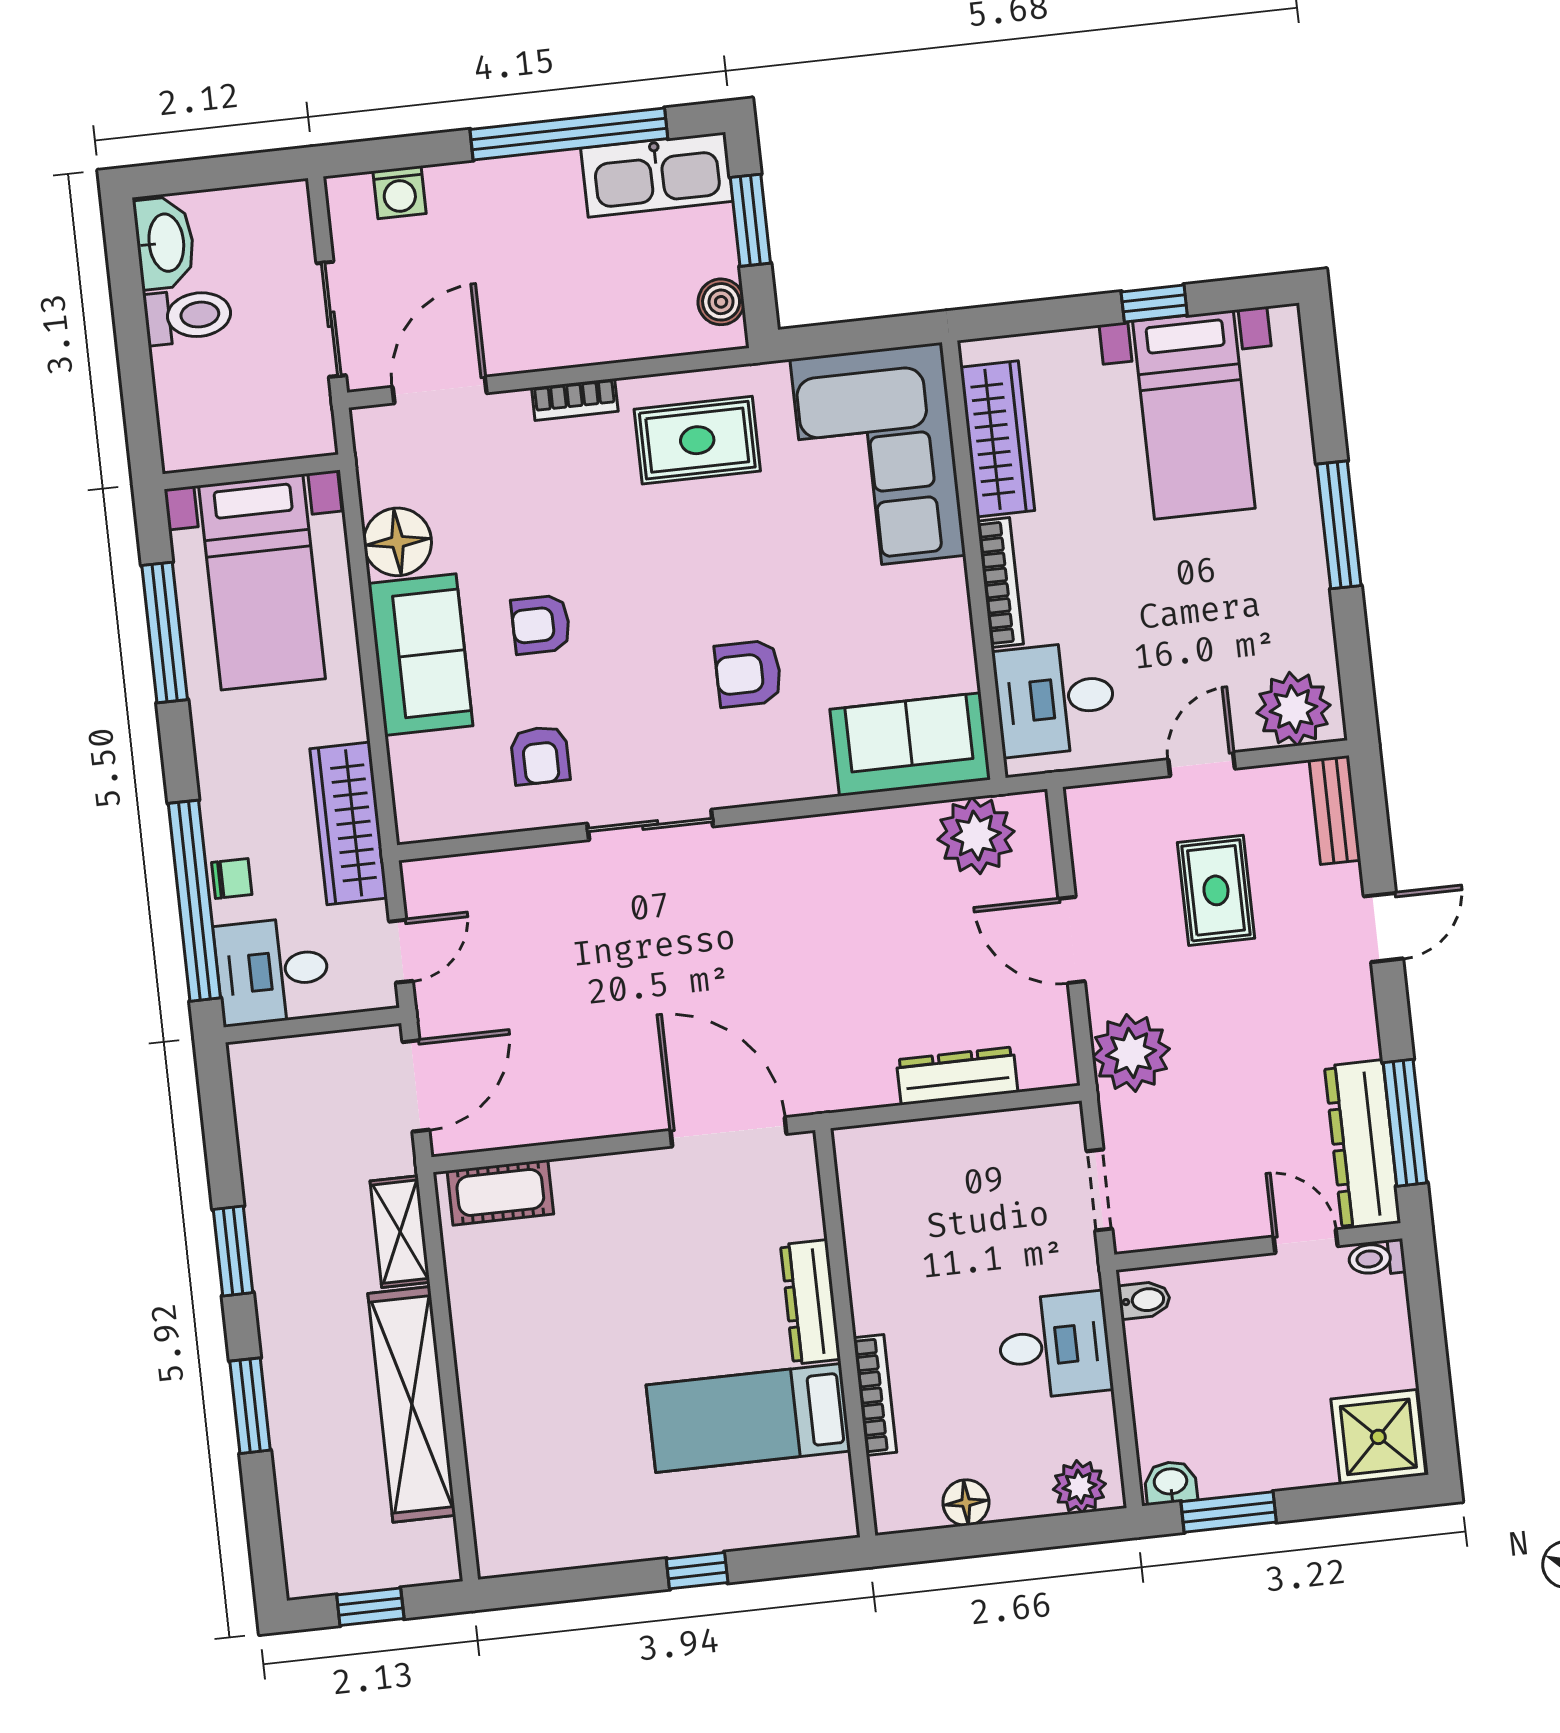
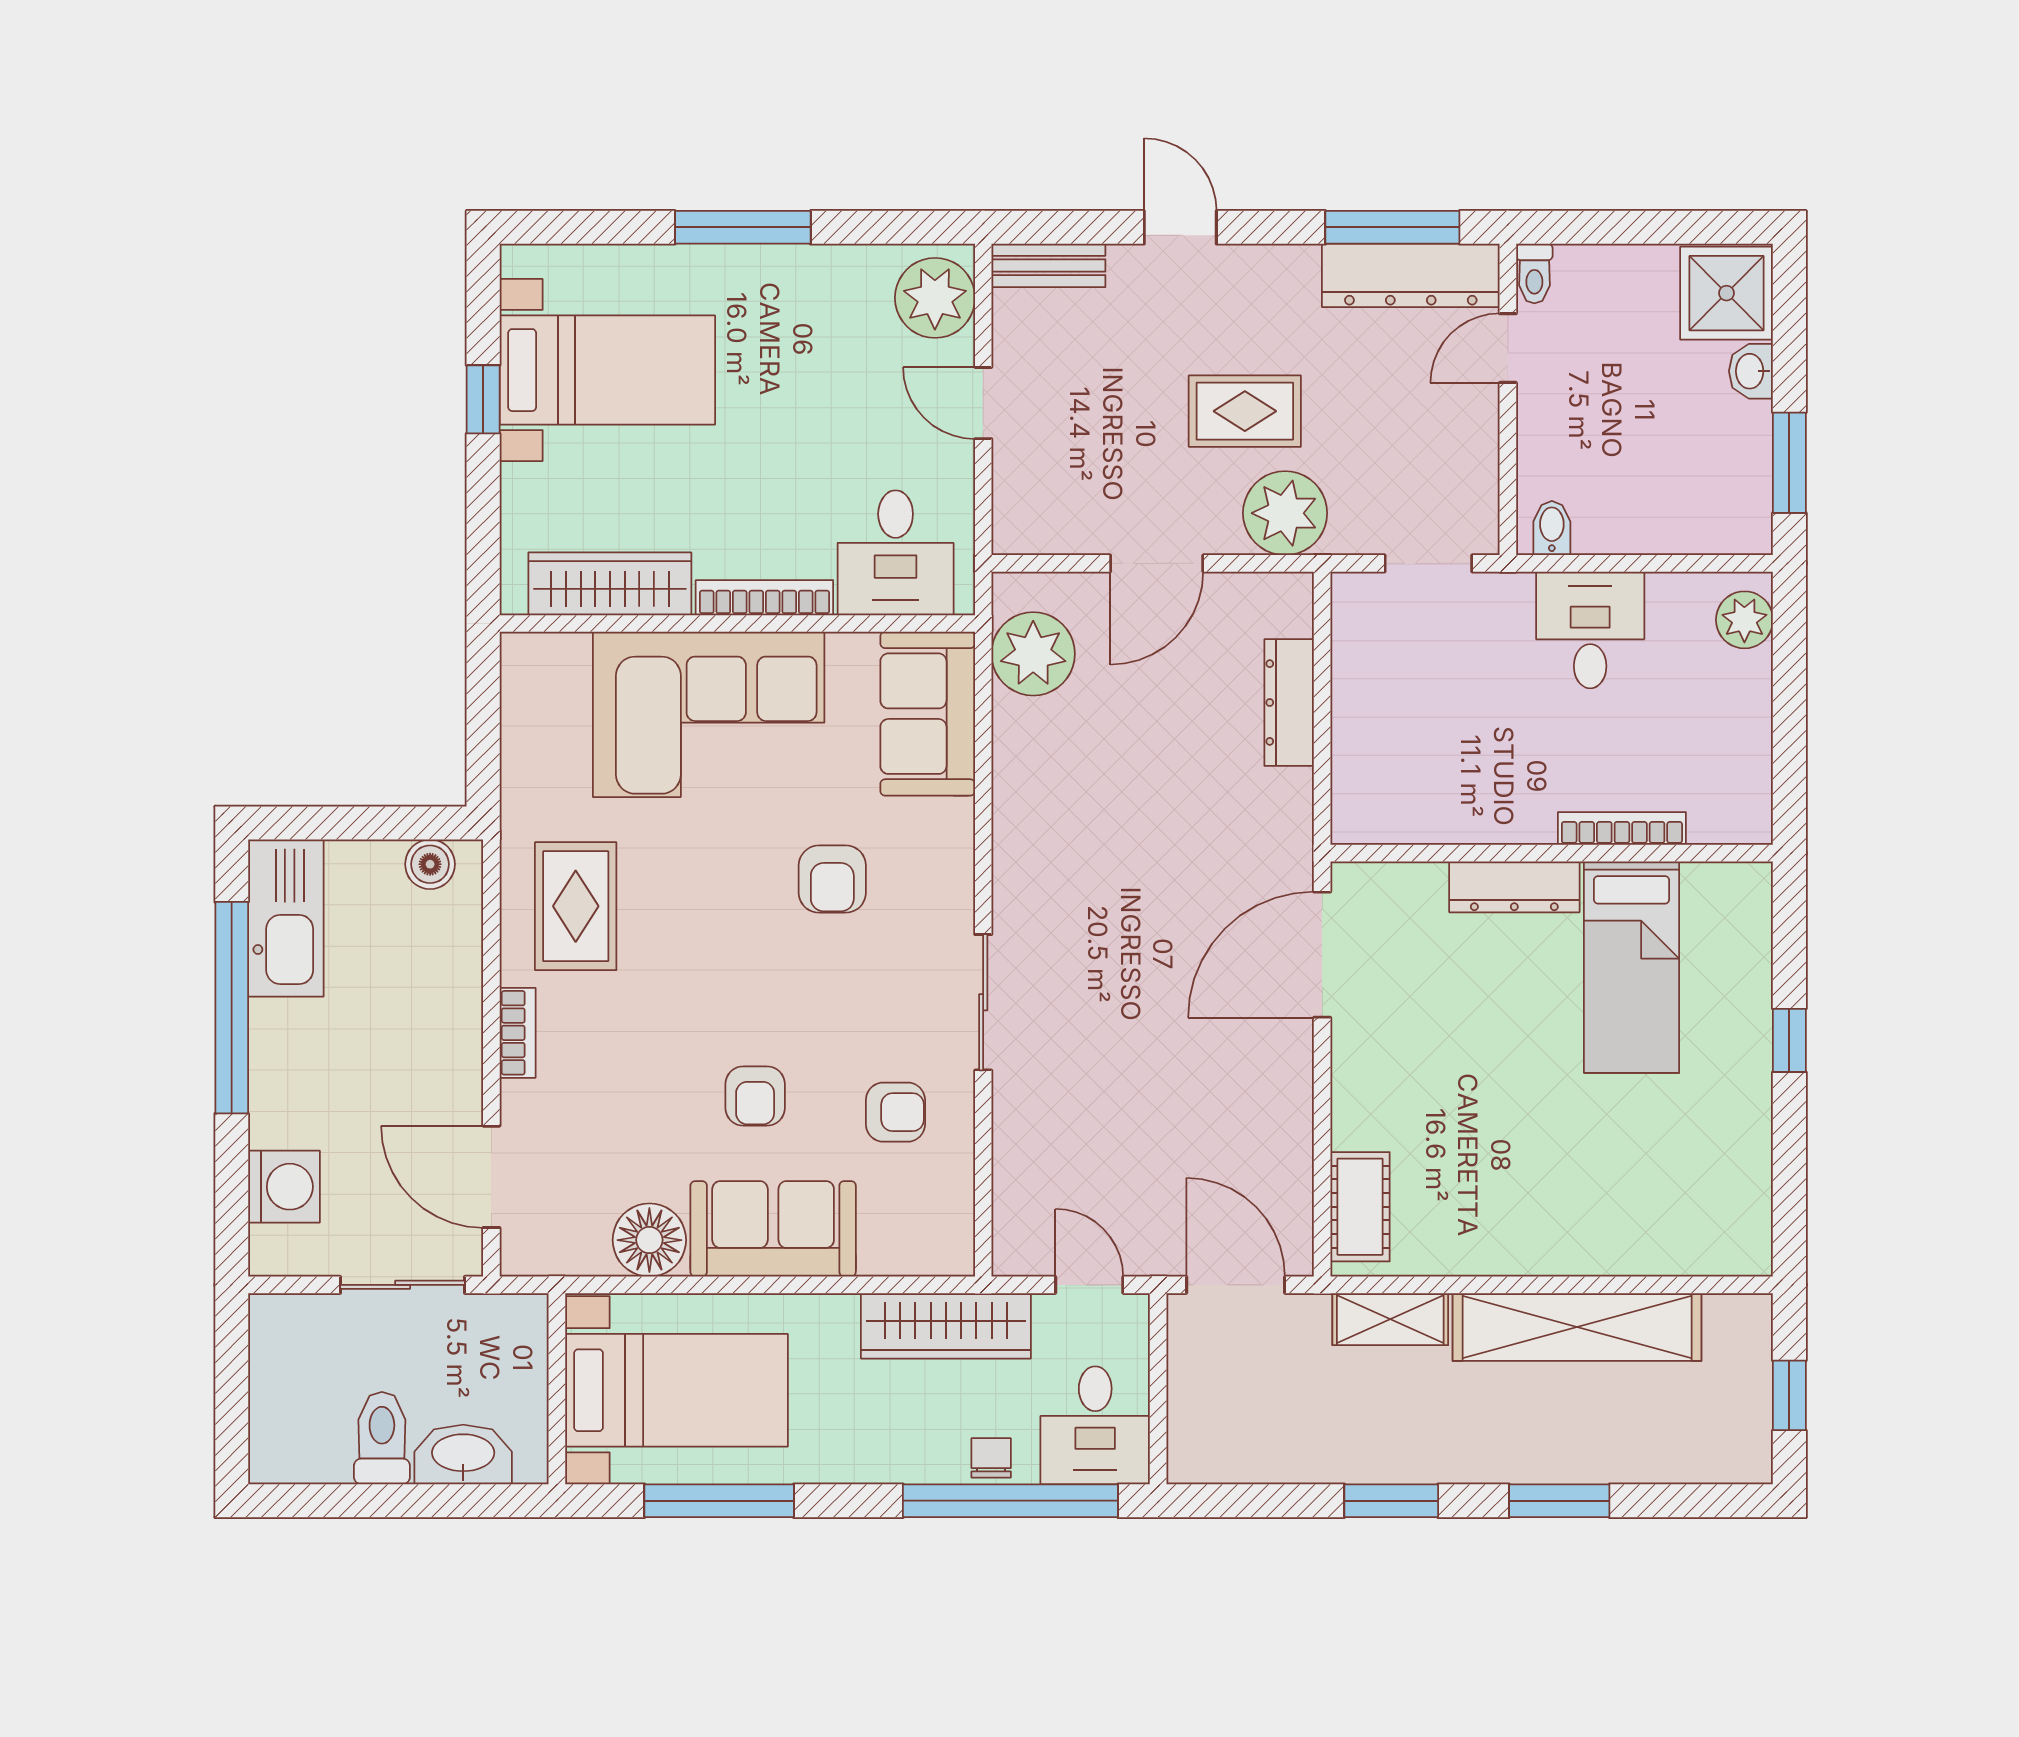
washing machine: (399, 192) -> (284, 1187), width x1.38, depth x1.38
window: (750, 220) -> (346, 823), removed
washbasin: (165, 243) -> (463, 1455), moved
corner sofa: (878, 457) -> (709, 714), moved
rug: (1216, 890) -> (1245, 411), moved
washbasin: (1171, 1483) -> (1751, 371), moved
floor lamp: (966, 1503) -> (1748, 744), removed

